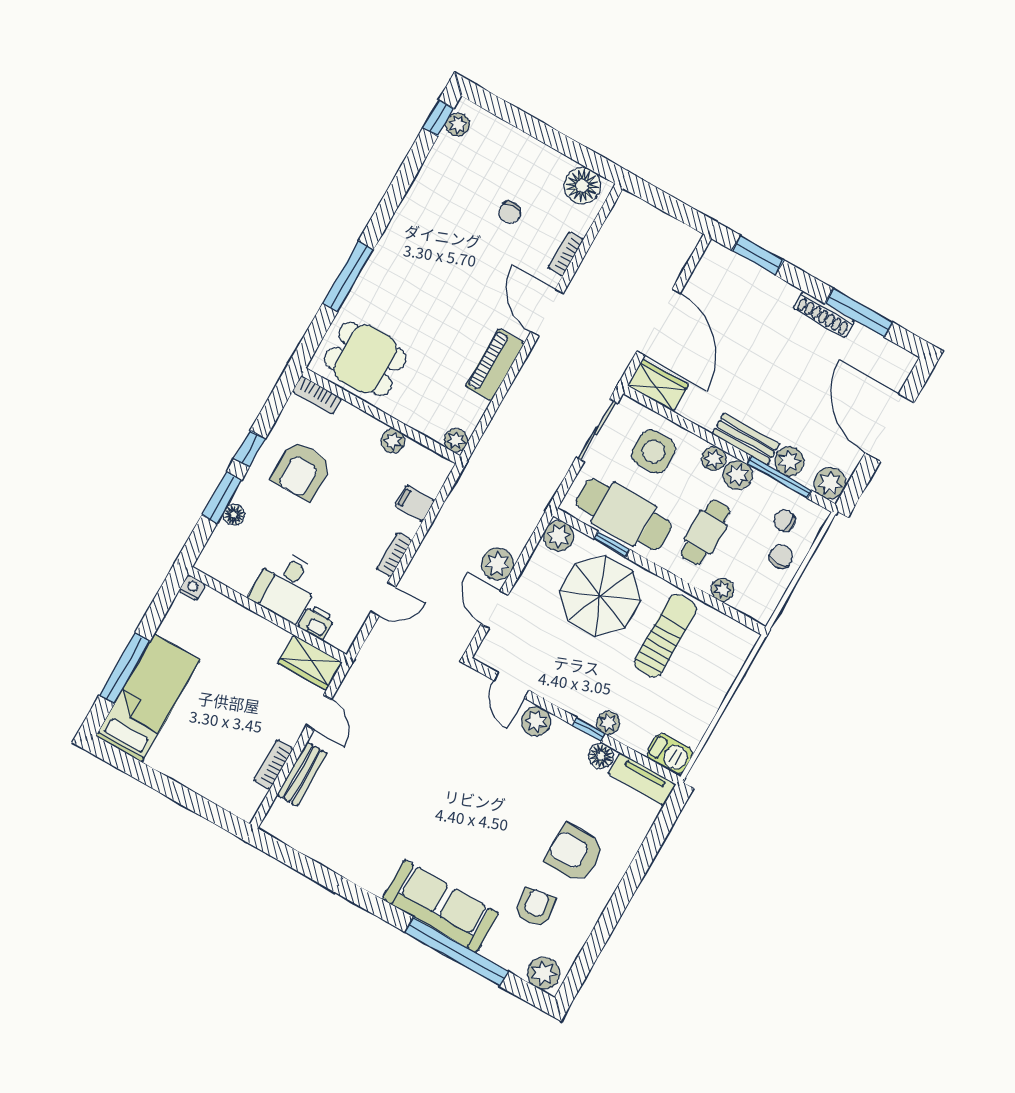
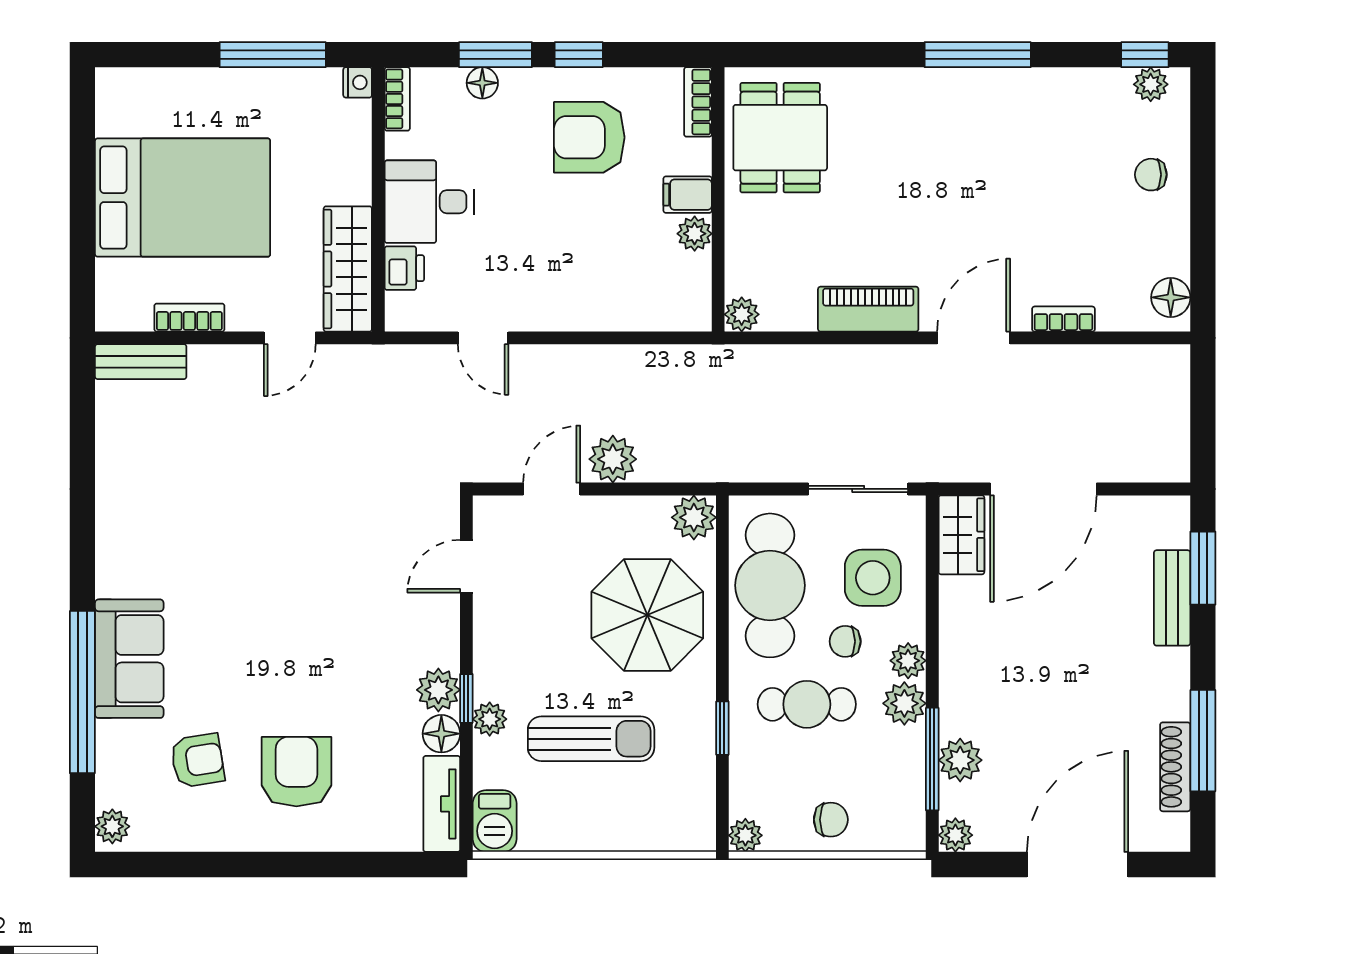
floor lamp: (582, 186) -> (1171, 297), width x0.73, depth x0.73
chair: (510, 212) -> (1151, 175), moved
window: (348, 276) -> (978, 55), moved
shoe rack: (824, 314) -> (1175, 767), moved
bench: (746, 439) -> (1172, 598), moved
plant: (830, 483) -> (955, 835), width x0.73, depth x0.73
filing cabinet: (414, 503) -> (688, 195), moved, turned -90
chair: (785, 521) -> (845, 641), moved, turned -90
window: (612, 544) -> (722, 728), moved
bookcase: (394, 555) -> (397, 99), moved, turned 90
plant: (722, 590) -> (745, 835), moved
sun lounger: (665, 636) -> (591, 739), moved
wardrobe: (310, 663) -> (348, 269), width x1.50
window: (124, 668) -> (273, 55), moved
bed: (148, 698) -> (183, 198), moved, width x1.50
plant: (536, 721) -> (438, 690), moved
bench: (302, 774) -> (141, 362), moved
sofa: (440, 906) -> (129, 659), width x0.73
plant: (544, 973) -> (112, 826), width x0.73, depth x0.73

